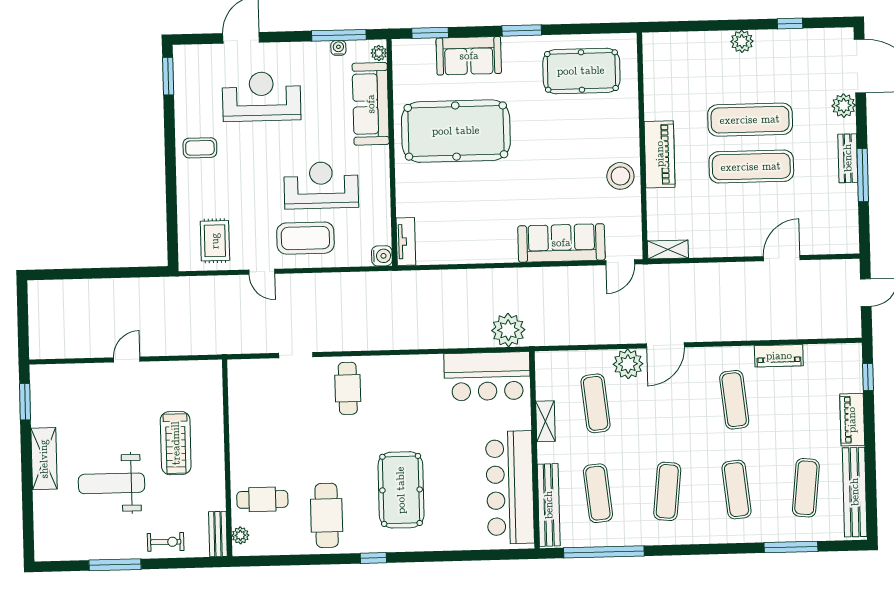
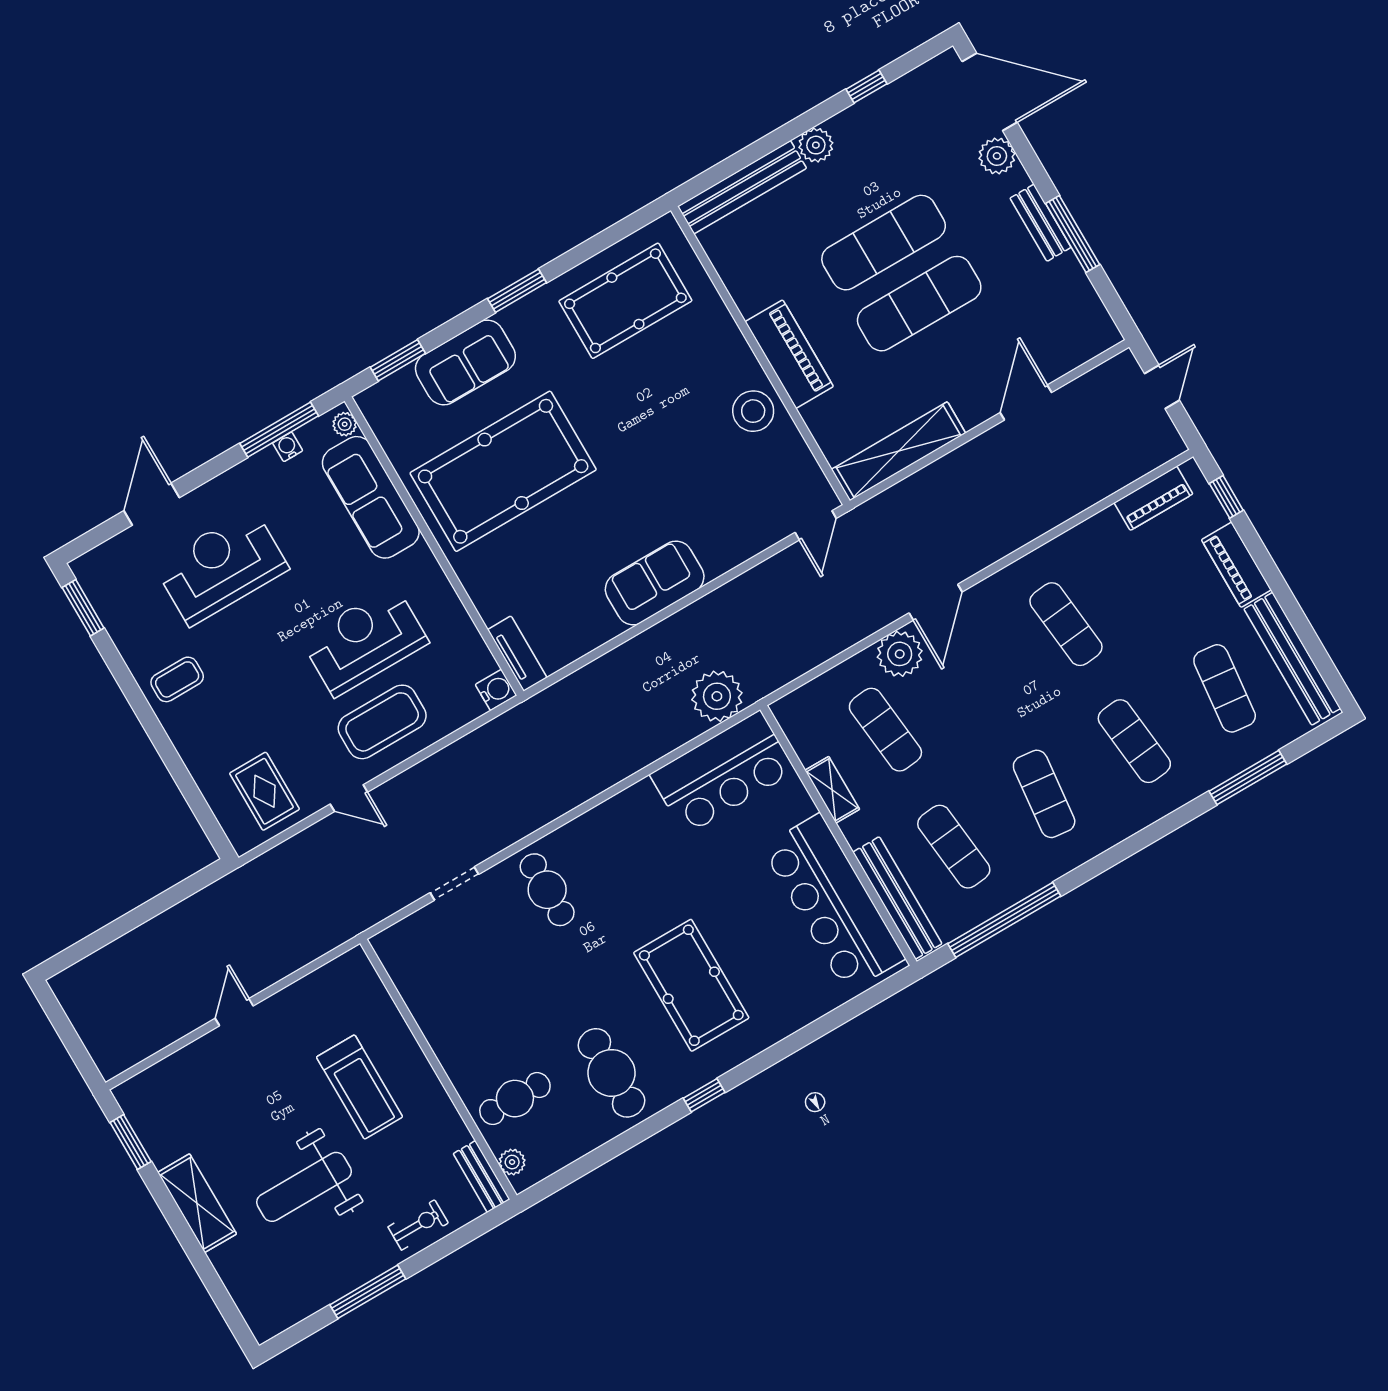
bench: (685, 42) -> (742, 187), added
sofa: (561, 243) -> (655, 583), moved, width x0.73
shelving: (668, 249) -> (898, 451), width x2.20, depth x1.33
piano: (779, 356) -> (1153, 498), moved

